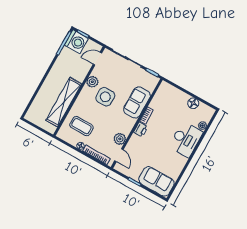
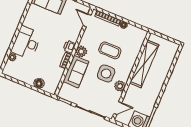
floor lamp: (193, 103) -> (39, 84), moved
coffee table: (81, 126) -> (110, 50), moved
plant: (120, 139) -> (81, 51), moved

